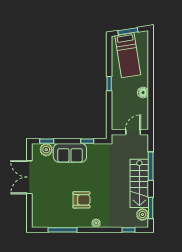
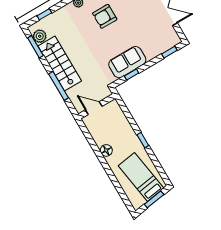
door: (133, 132) -> (94, 108), swing flipped
plant: (46, 150) -> (165, 44), removed
sofa: (70, 153) -> (127, 62), moved

